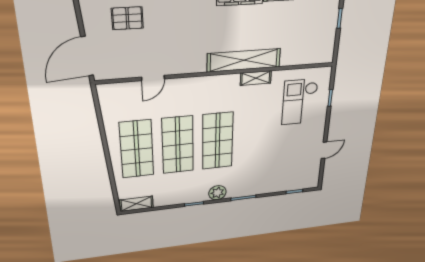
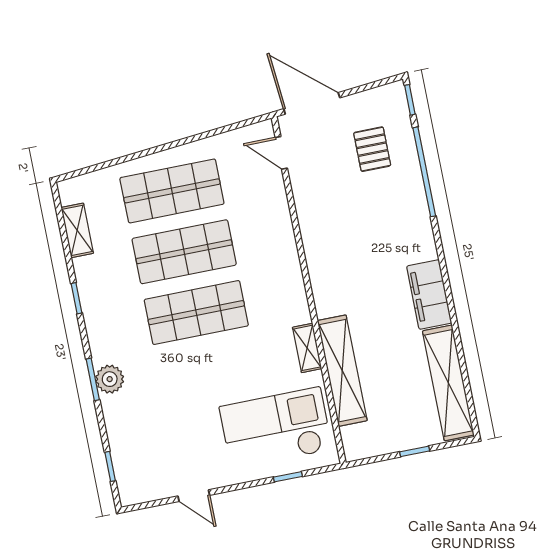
shelving: (244, 60) -> (342, 371), moved
door: (153, 78) -> (281, 153), moved
checkout: (300, 102) -> (276, 428), width x1.36, depth x1.21
plant: (217, 193) -> (110, 379), moved
shelving: (136, 204) -> (77, 230), moved

